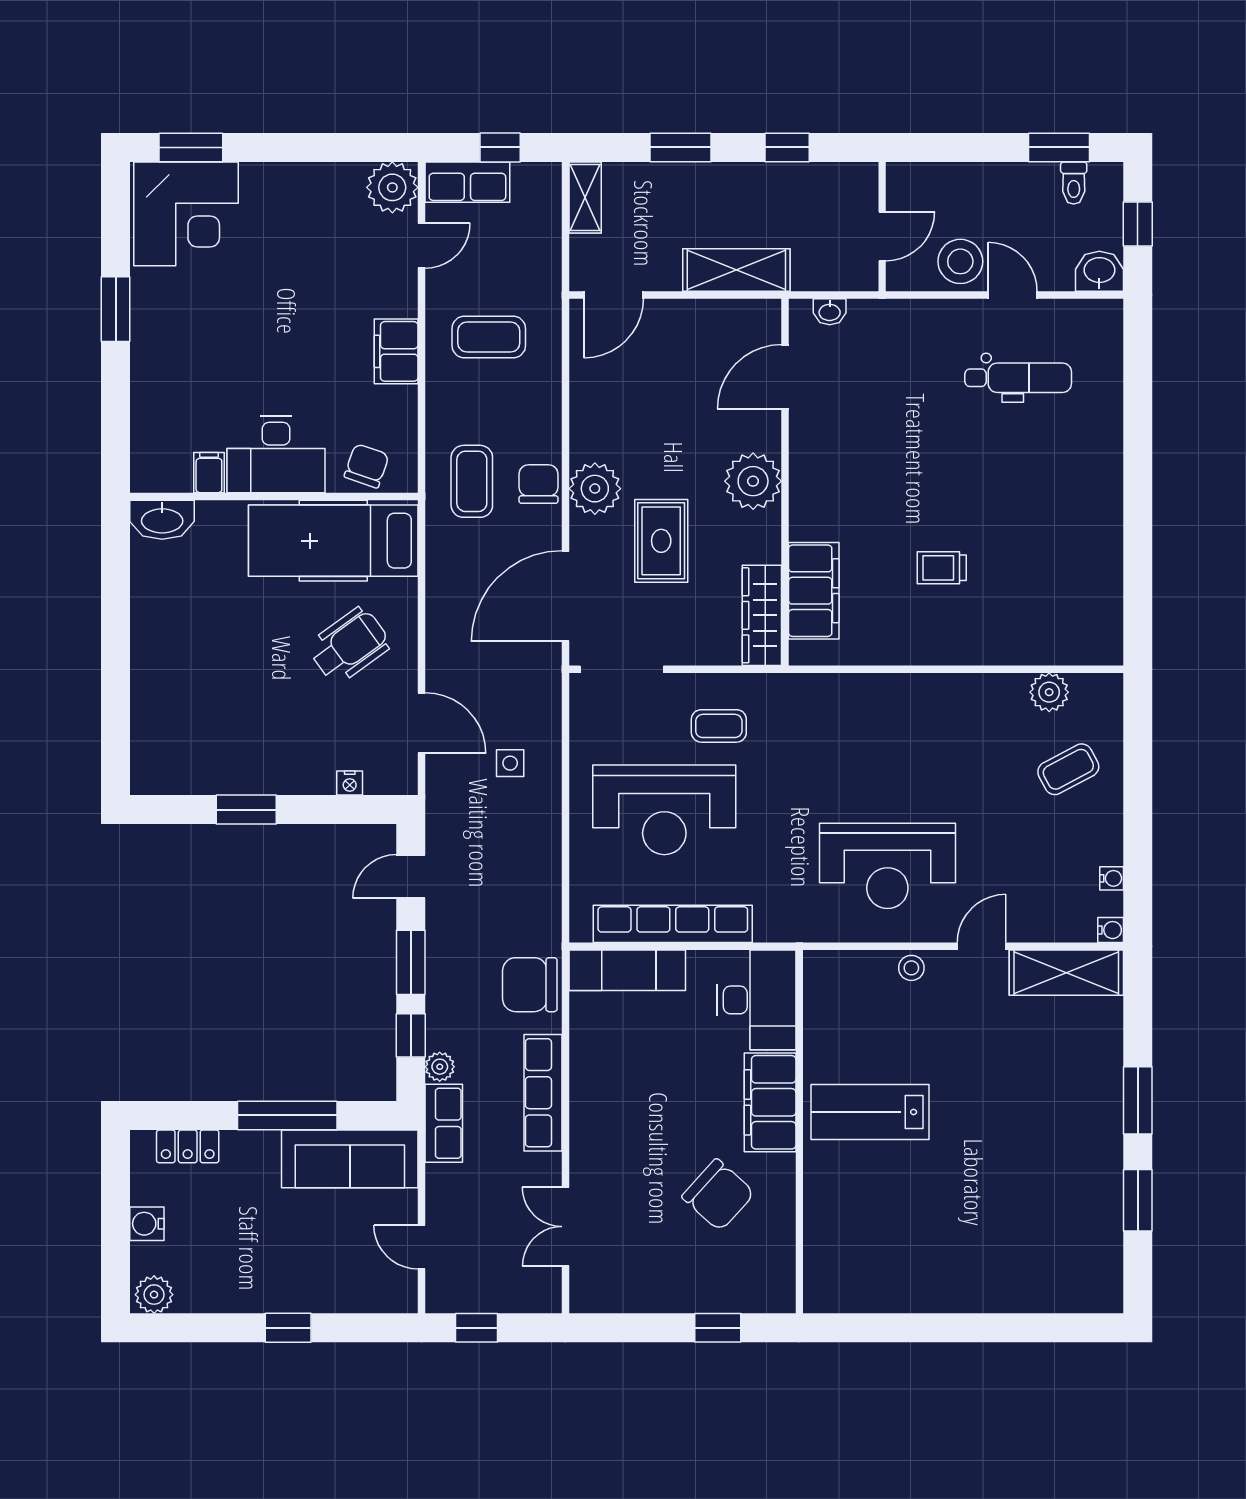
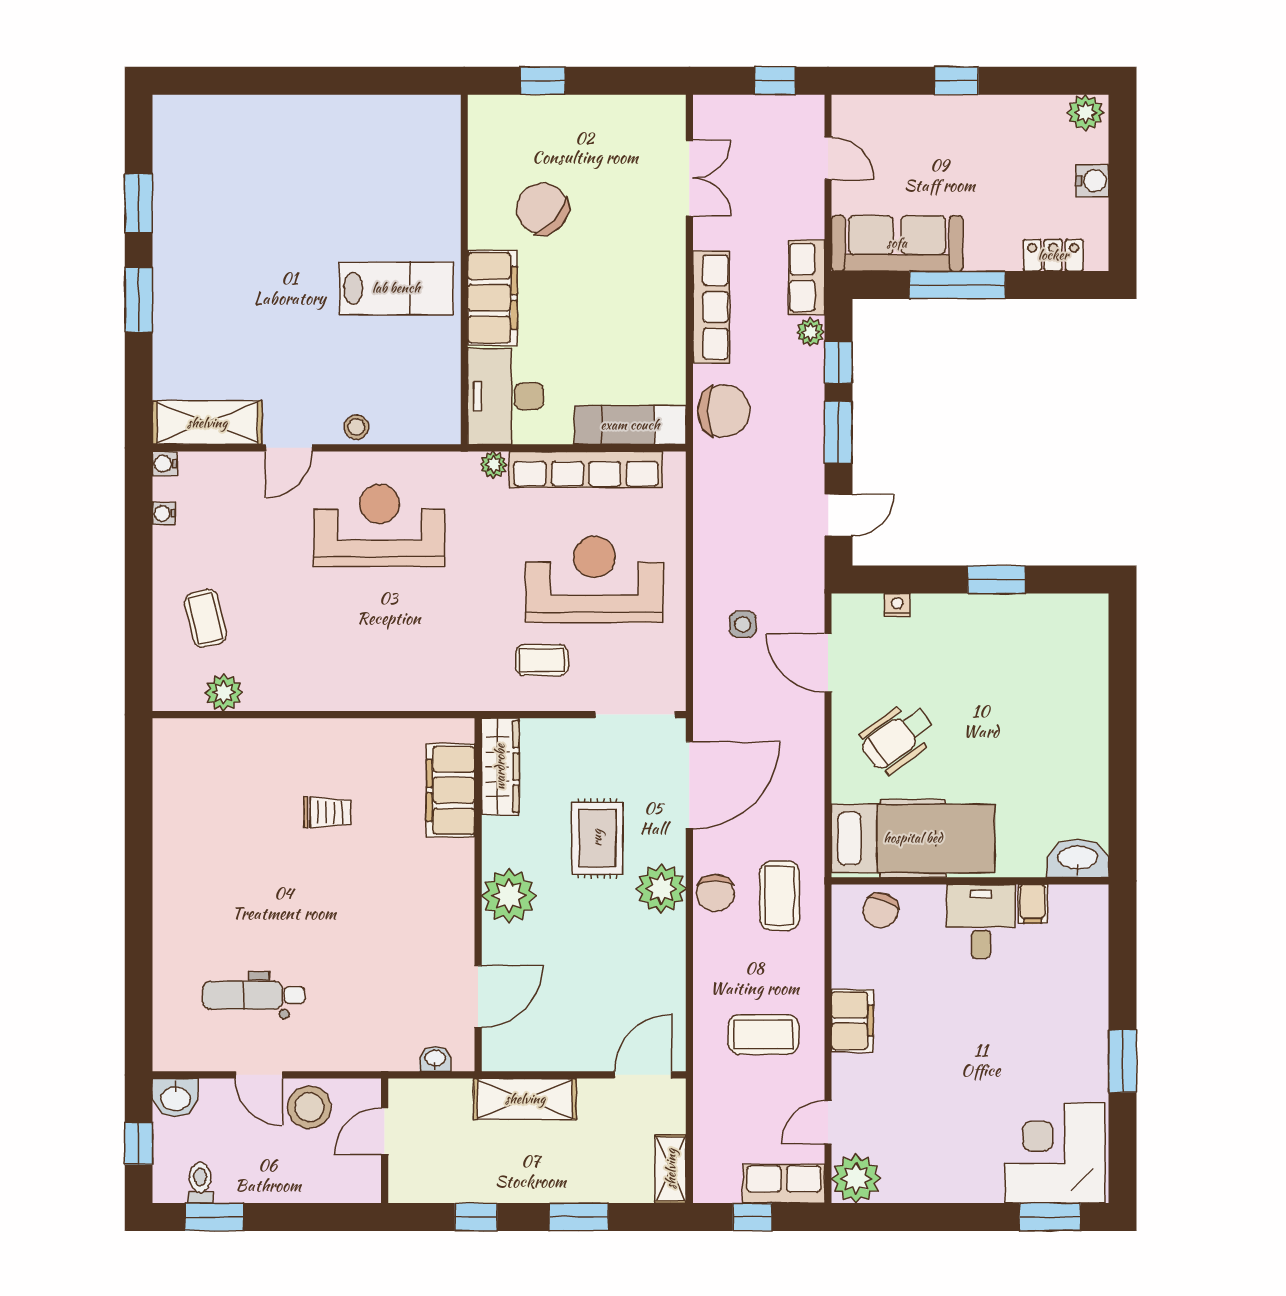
desk: (276, 454) -> (981, 921), width x0.73
coffee table: (1068, 769) -> (205, 618), turned -75
plant: (769, 929) -> (494, 465), added

